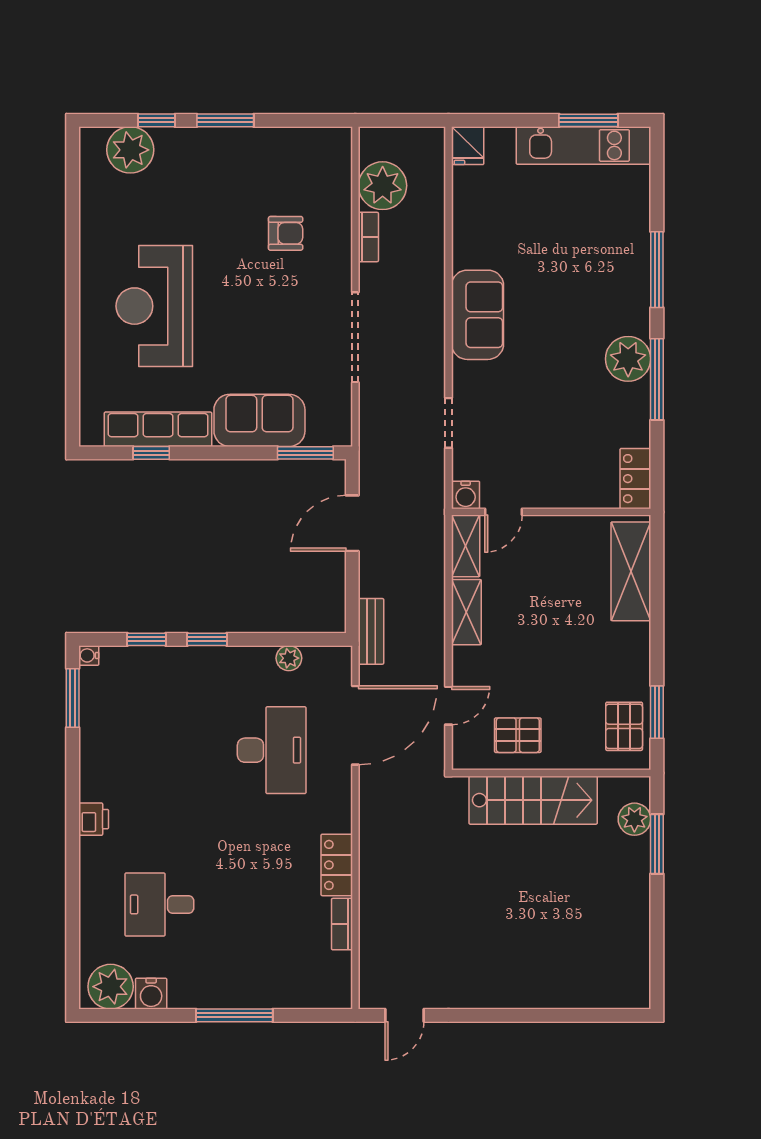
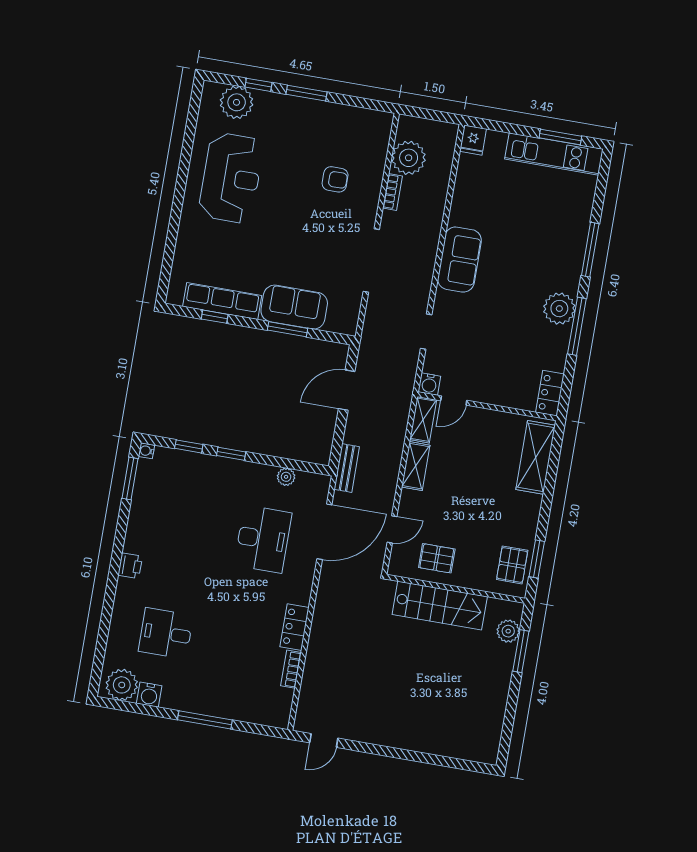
reception desk: (154, 306) -> (231, 178), moved, turned 180
window: (305, 453) -> (287, 329), moved

